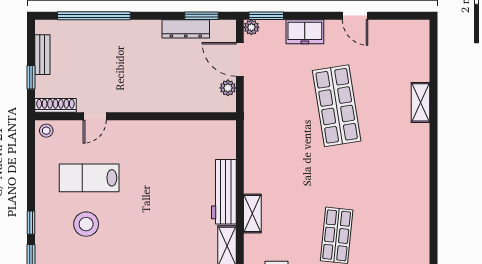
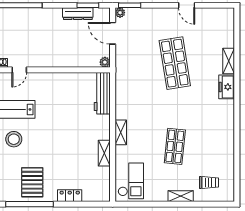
freezer: (305, 32) -> (227, 87), moved, turned 90
plant: (228, 88) -> (105, 62), moved
workbench: (224, 192) -> (102, 93), moved

